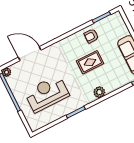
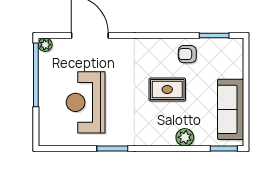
plant: (99, 92) -> (185, 137), moved
reception desk: (47, 94) -> (86, 102), turned -90

